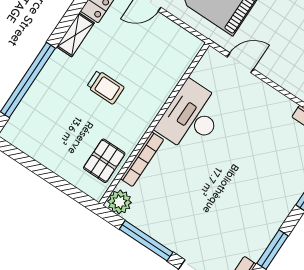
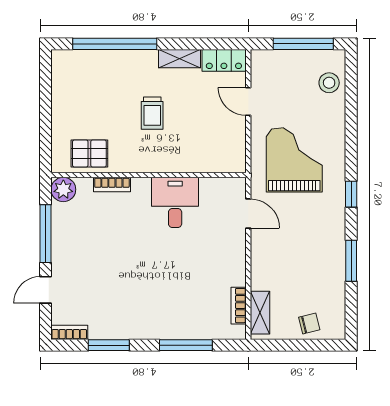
desk: (191, 117) -> (175, 202), width x0.73
bookcase: (142, 159) -> (112, 185), width x0.64

